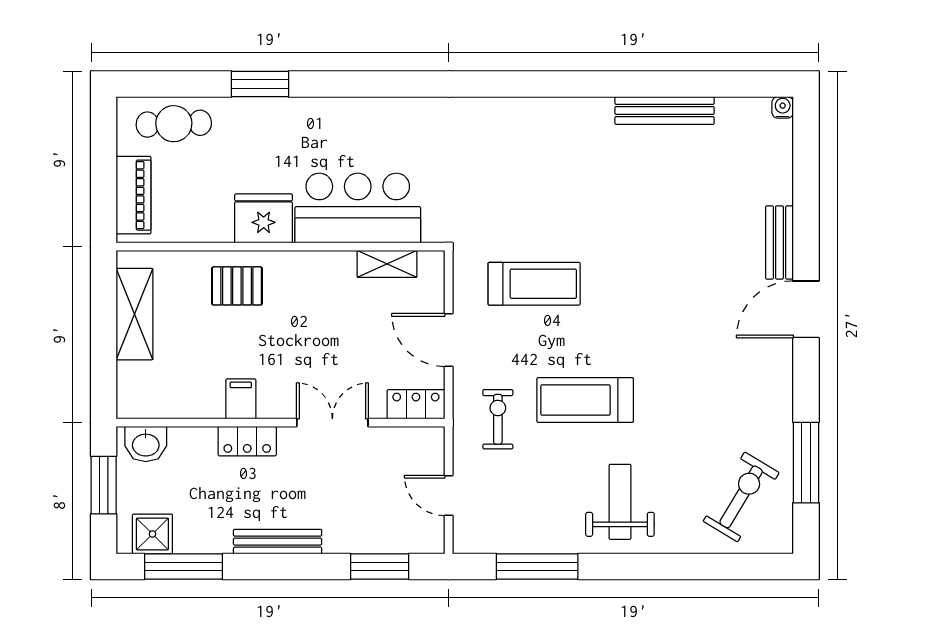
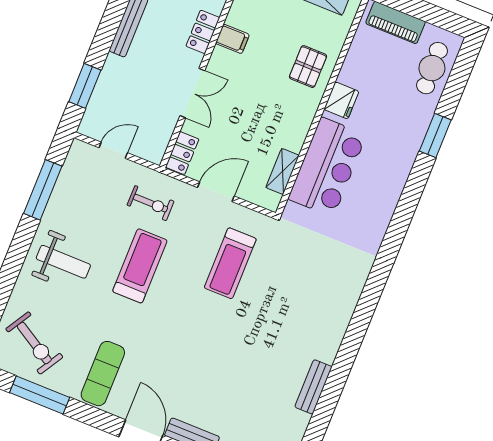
bench: (665, 110) -> (313, 387), width x0.73
fridge: (264, 218) -> (341, 100), width x0.73, depth x0.75
exercise mat: (745, 392) -> (103, 374), added

